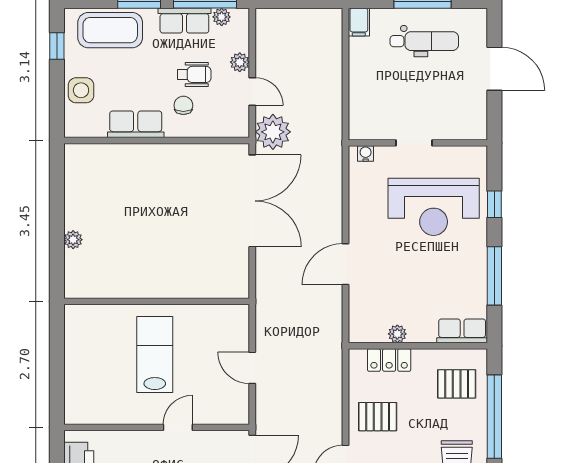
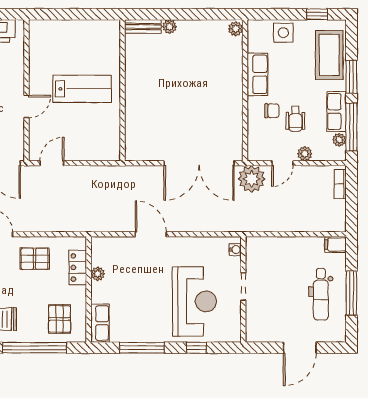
bookcase: (280, 16) -> (340, 184), added
plant: (76, 153) -> (236, 29), added
reception desk: (434, 207) -> (195, 301), turned 180
bench: (73, 275) -> (143, 26), added
door: (252, 368) -> (52, 163), moved
pallet: (378, 417) -> (35, 259), turned 90
door: (178, 427) -> (26, 107), hinge flipped

